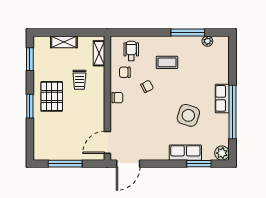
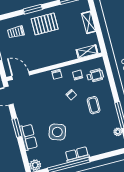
trolley: (79, 80) -> (16, 32), moved
window: (199, 164) -> (17, 128), moved

